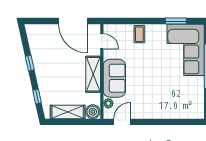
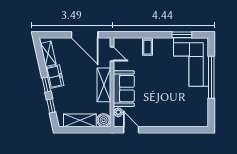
shelving: (34, 41) -> (48, 54), added
window: (30, 63) -> (46, 85), moved
freezer: (41, 66) -> (55, 77), added
door: (122, 122) -> (131, 130), hinge flipped

